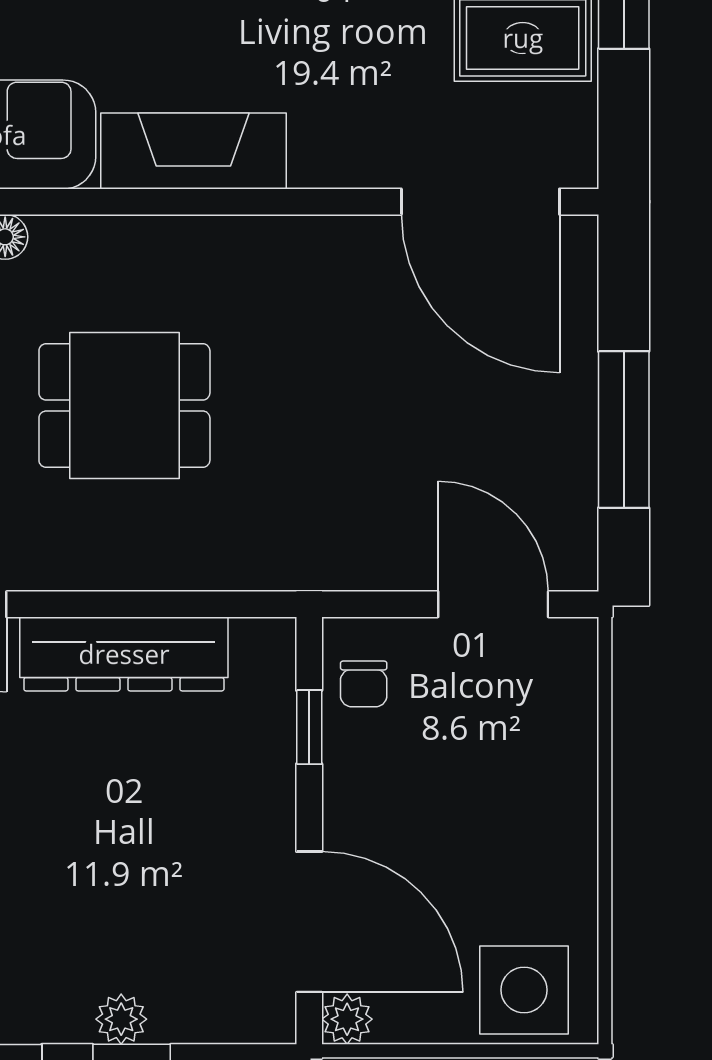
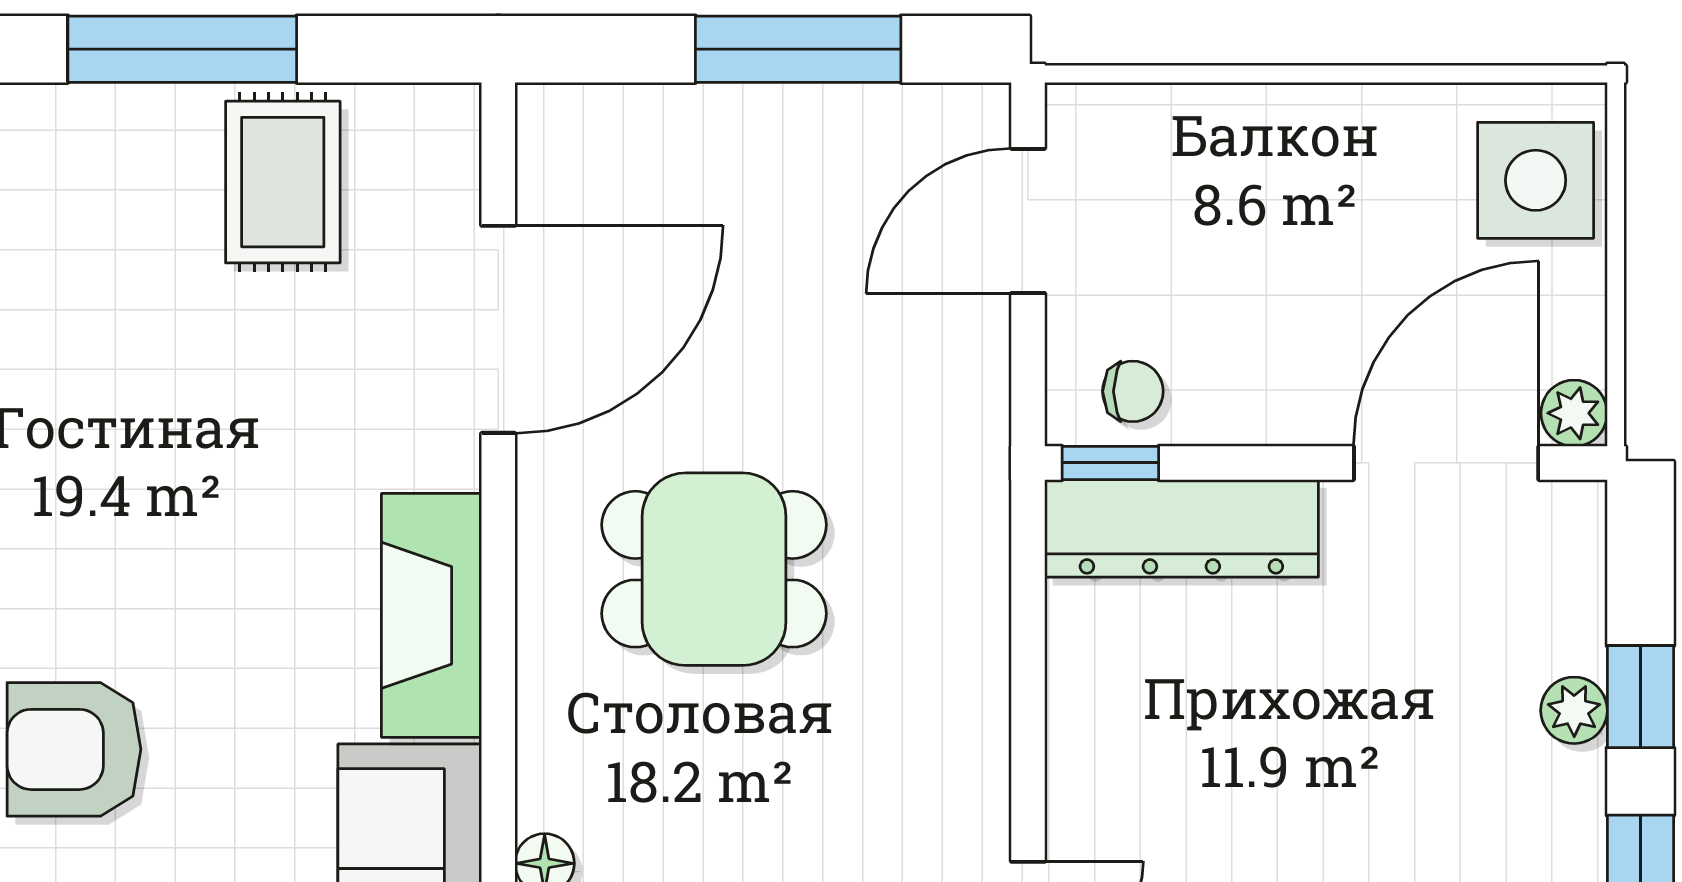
door: (480, 202) -> (498, 329), moved
dining table: (124, 406) -> (714, 569), moved, turned 90
dresser: (124, 654) -> (1181, 528), moved, turned 90
window: (309, 727) -> (1110, 463), moved

